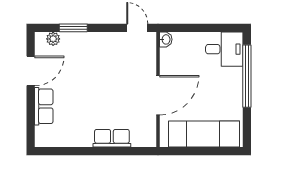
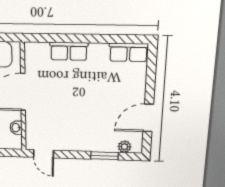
washbasin: (166, 39) -> (16, 128), moved
row of seats: (44, 106) -> (129, 52), moved, turned -90

